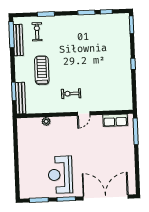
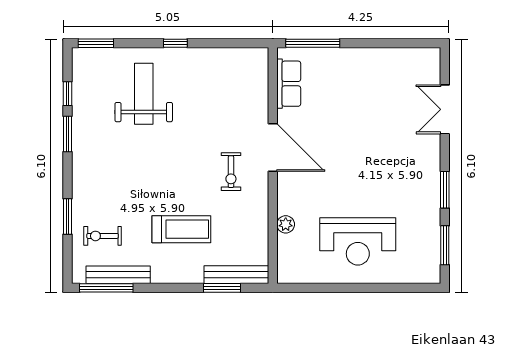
weight bench: (108, 49) -> (144, 94), added
treadmill: (42, 70) -> (181, 229), turned 180
door: (84, 114) -> (273, 148), width x1.87
reception desk: (60, 175) -> (358, 241), moved
double door: (106, 197) -> (445, 109), width x0.54

